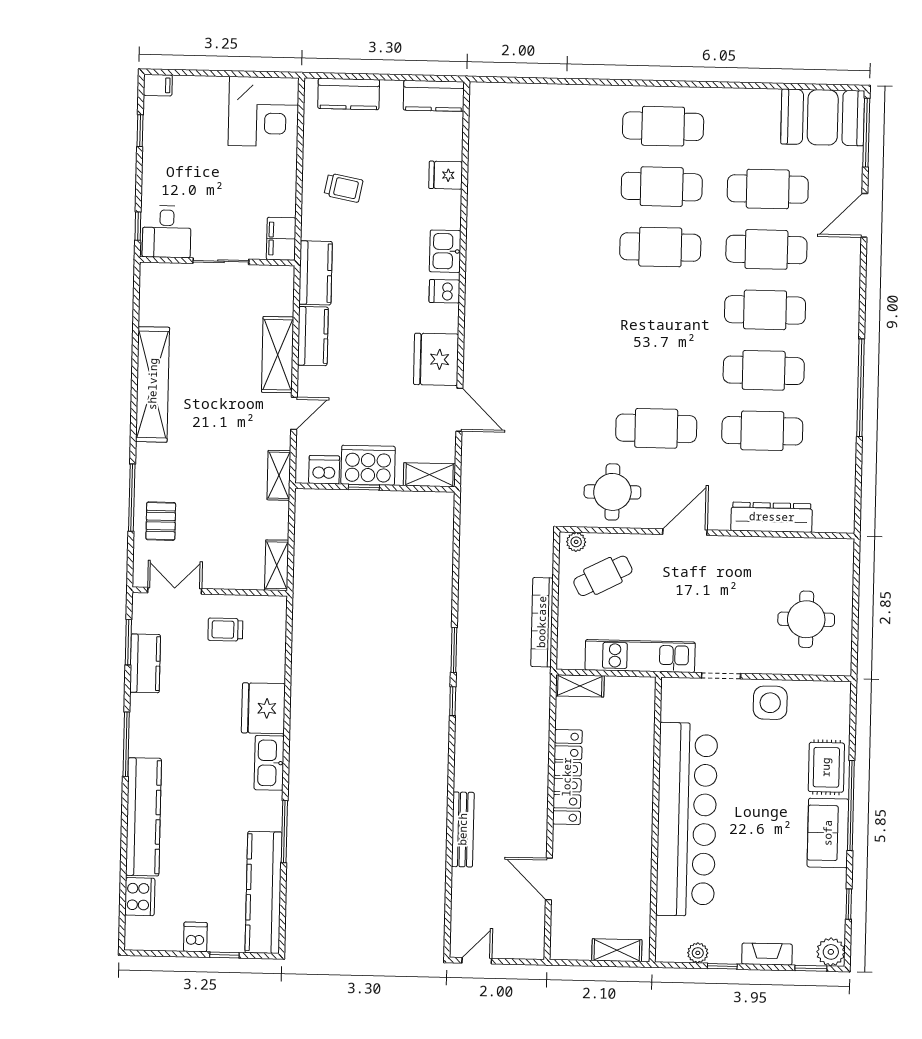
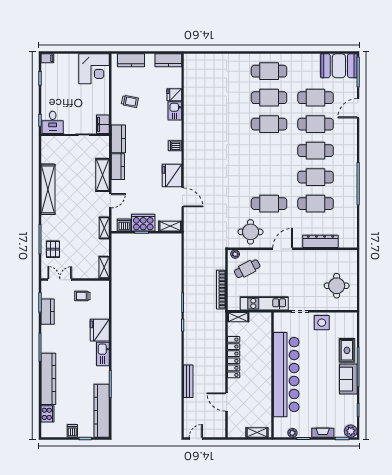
kitchen sink: (445, 251) -> (175, 111), moved

